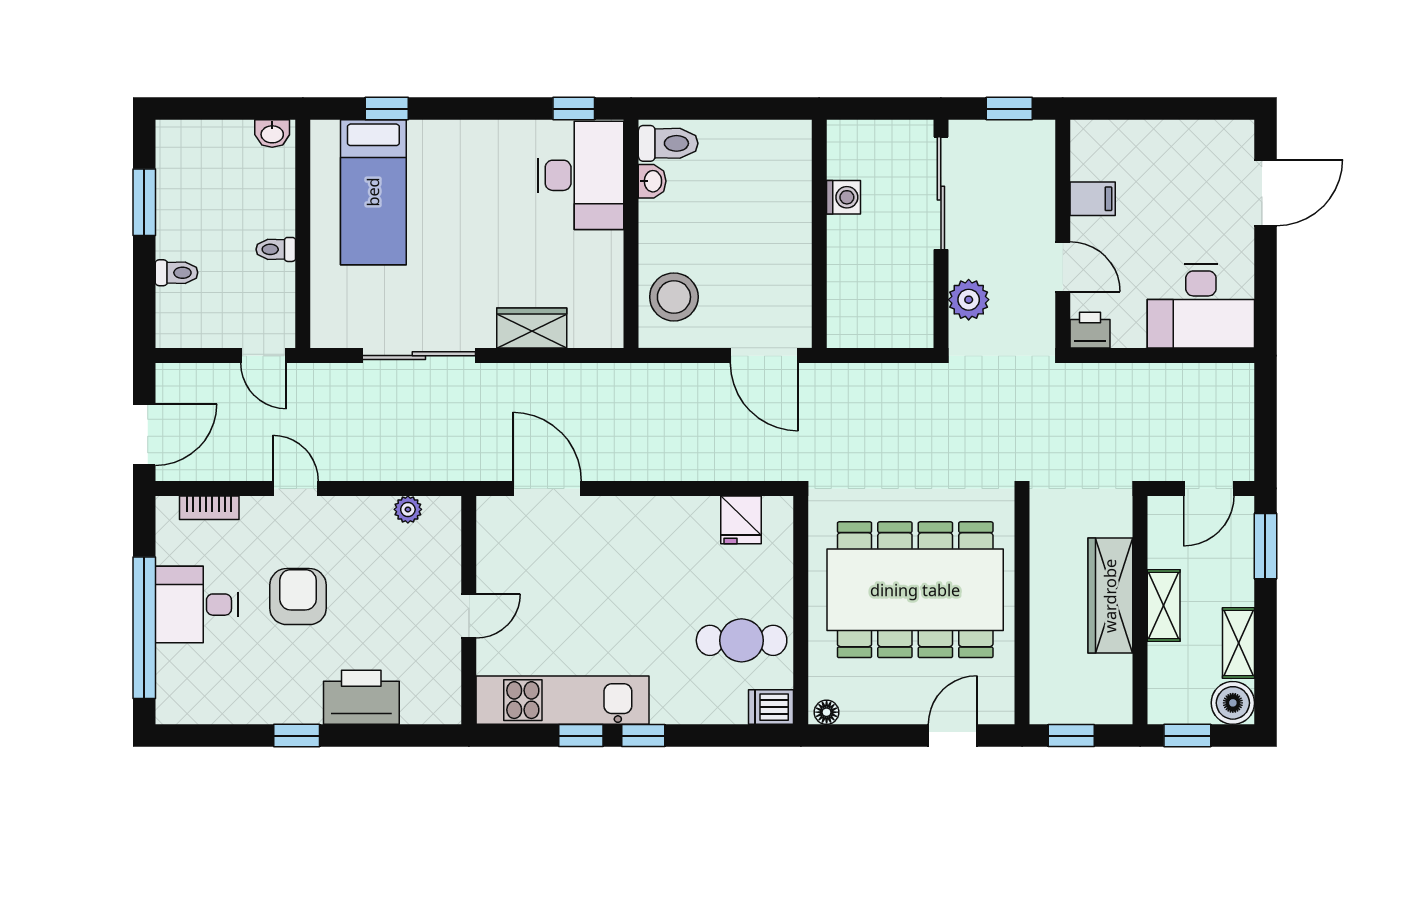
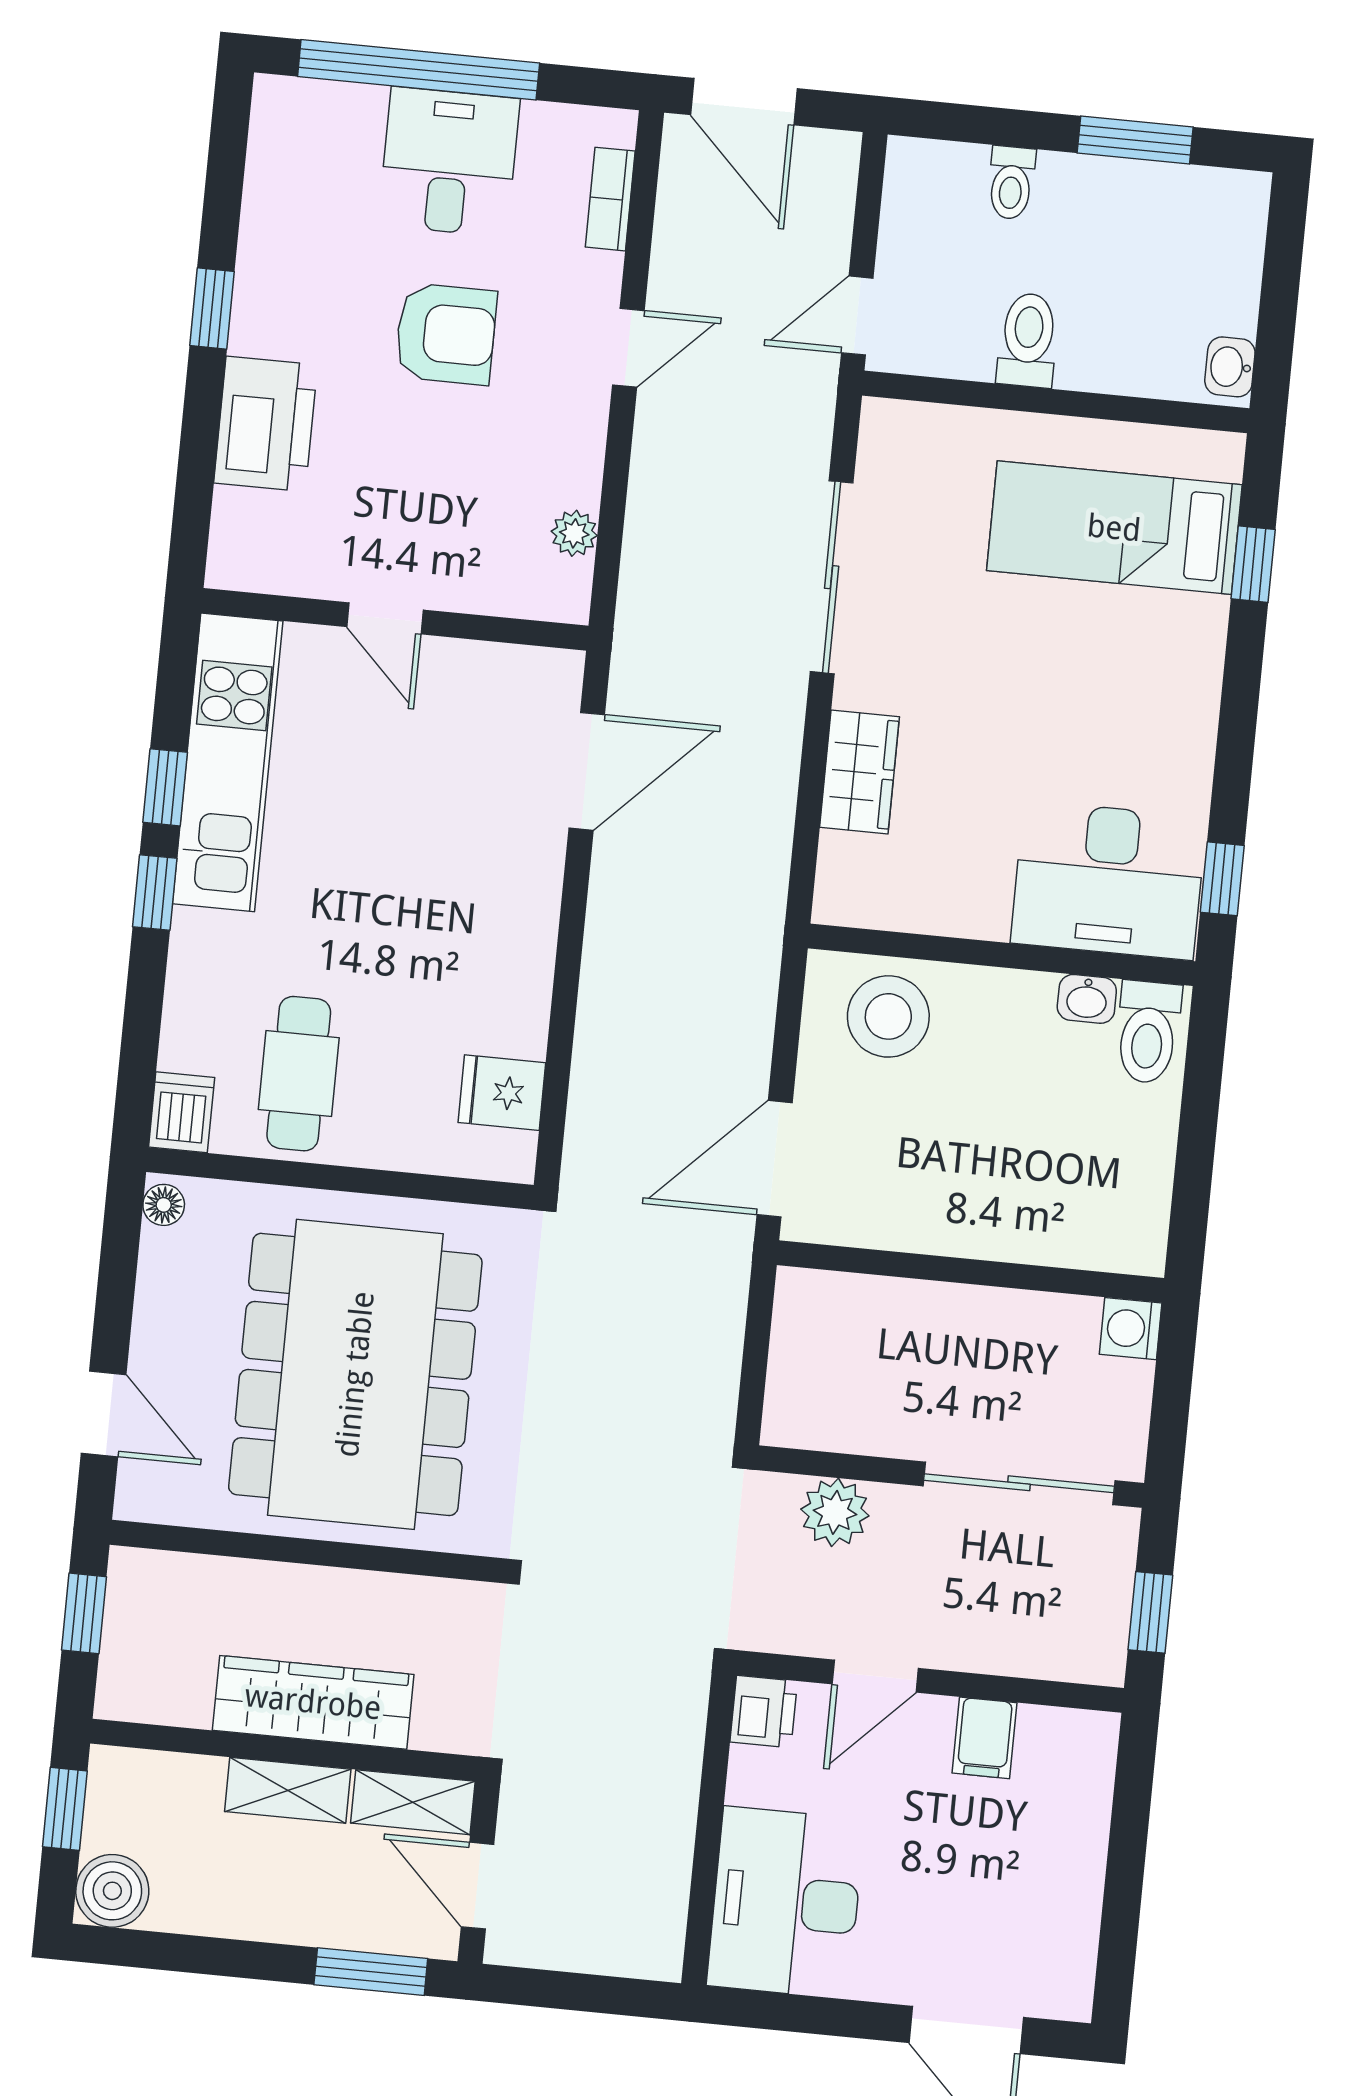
washing machine: (843, 197) -> (1131, 1329), moved, turned 90
toilet: (276, 249) -> (1028, 340), width x1.37, depth x1.39
shelving: (1238, 643) -> (413, 1802), moved

